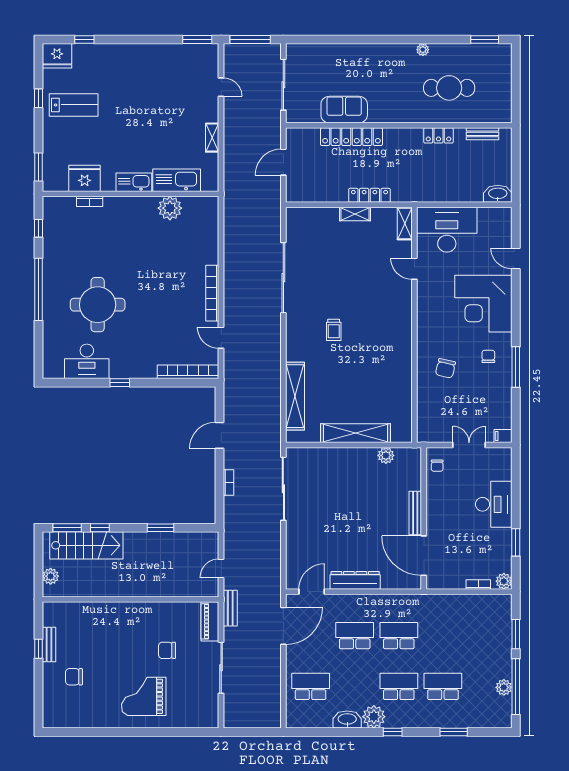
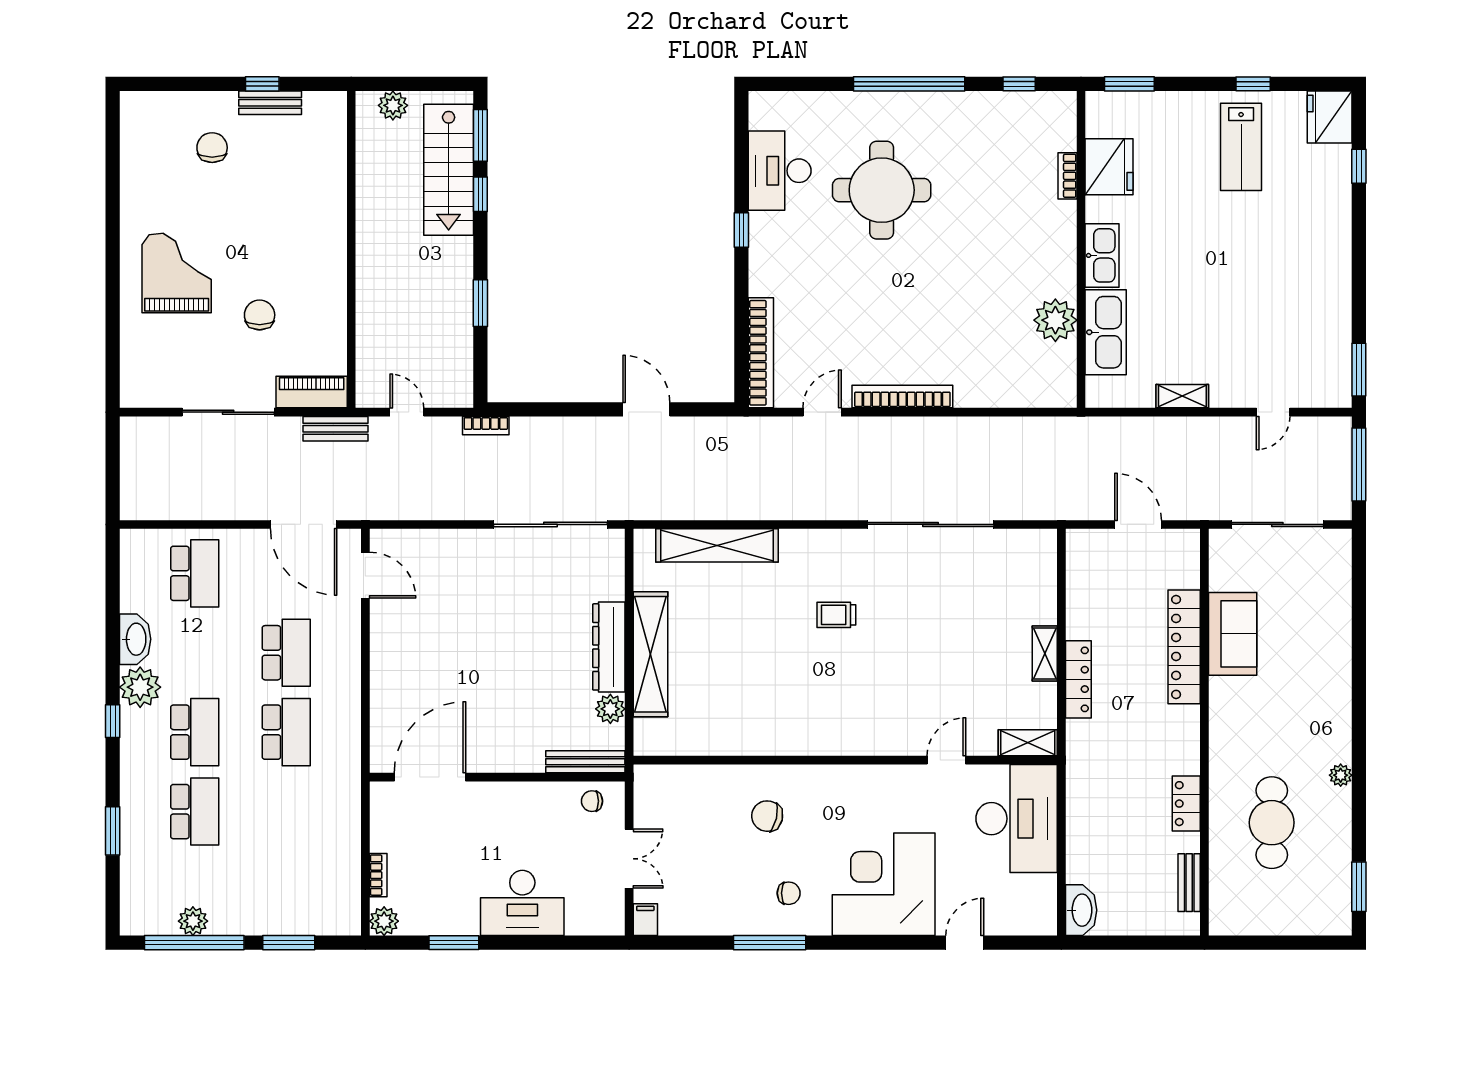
bookcase: (229, 483) -> (486, 426), moved
bench: (415, 513) -> (585, 762), moved
dresser: (355, 580) -> (609, 647), moved, turned 180

